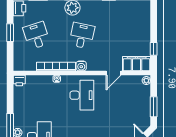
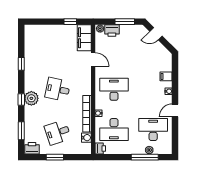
water cooler: (81, 66) -> (86, 138), moved
printer: (144, 93) -> (112, 31), added
desk: (39, 95) -> (114, 130), added

